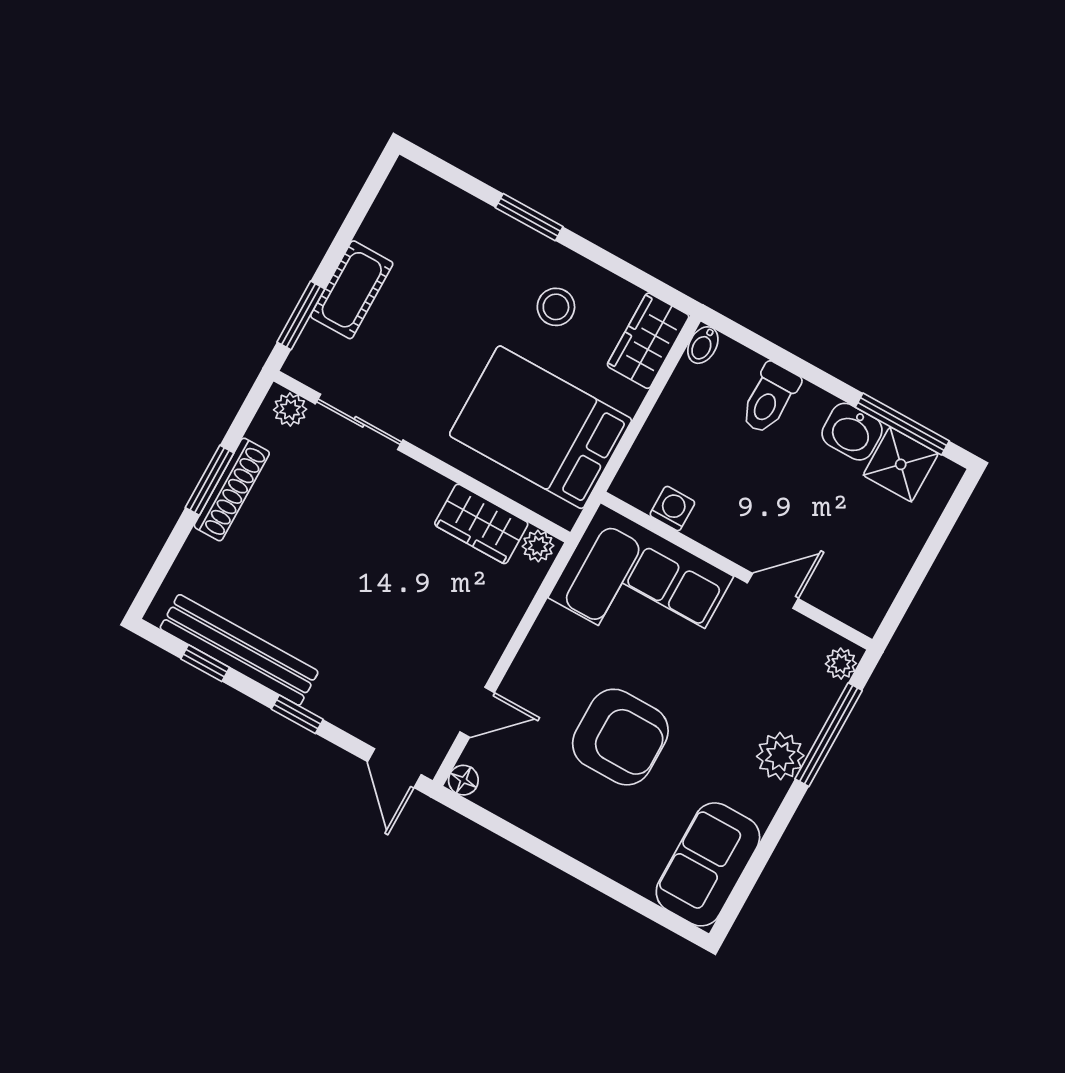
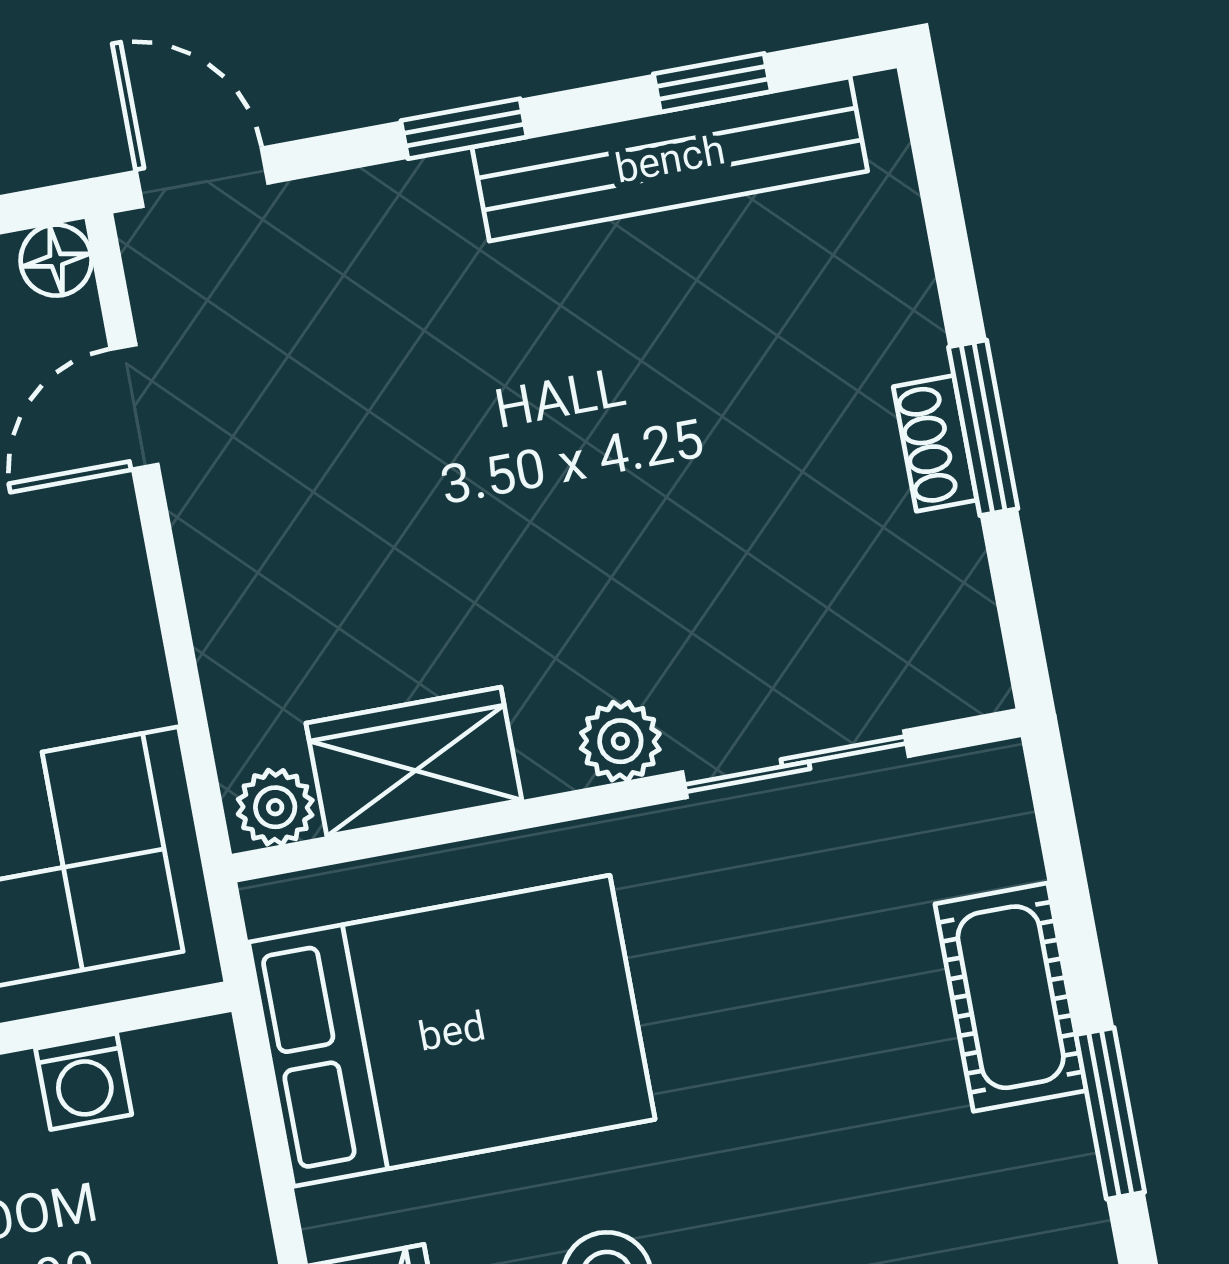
window: (301, 315) -> (1110, 1113), moved
plant: (290, 410) -> (620, 741), moved
shoe rack: (232, 489) -> (935, 443), width x0.51, depth x0.81

